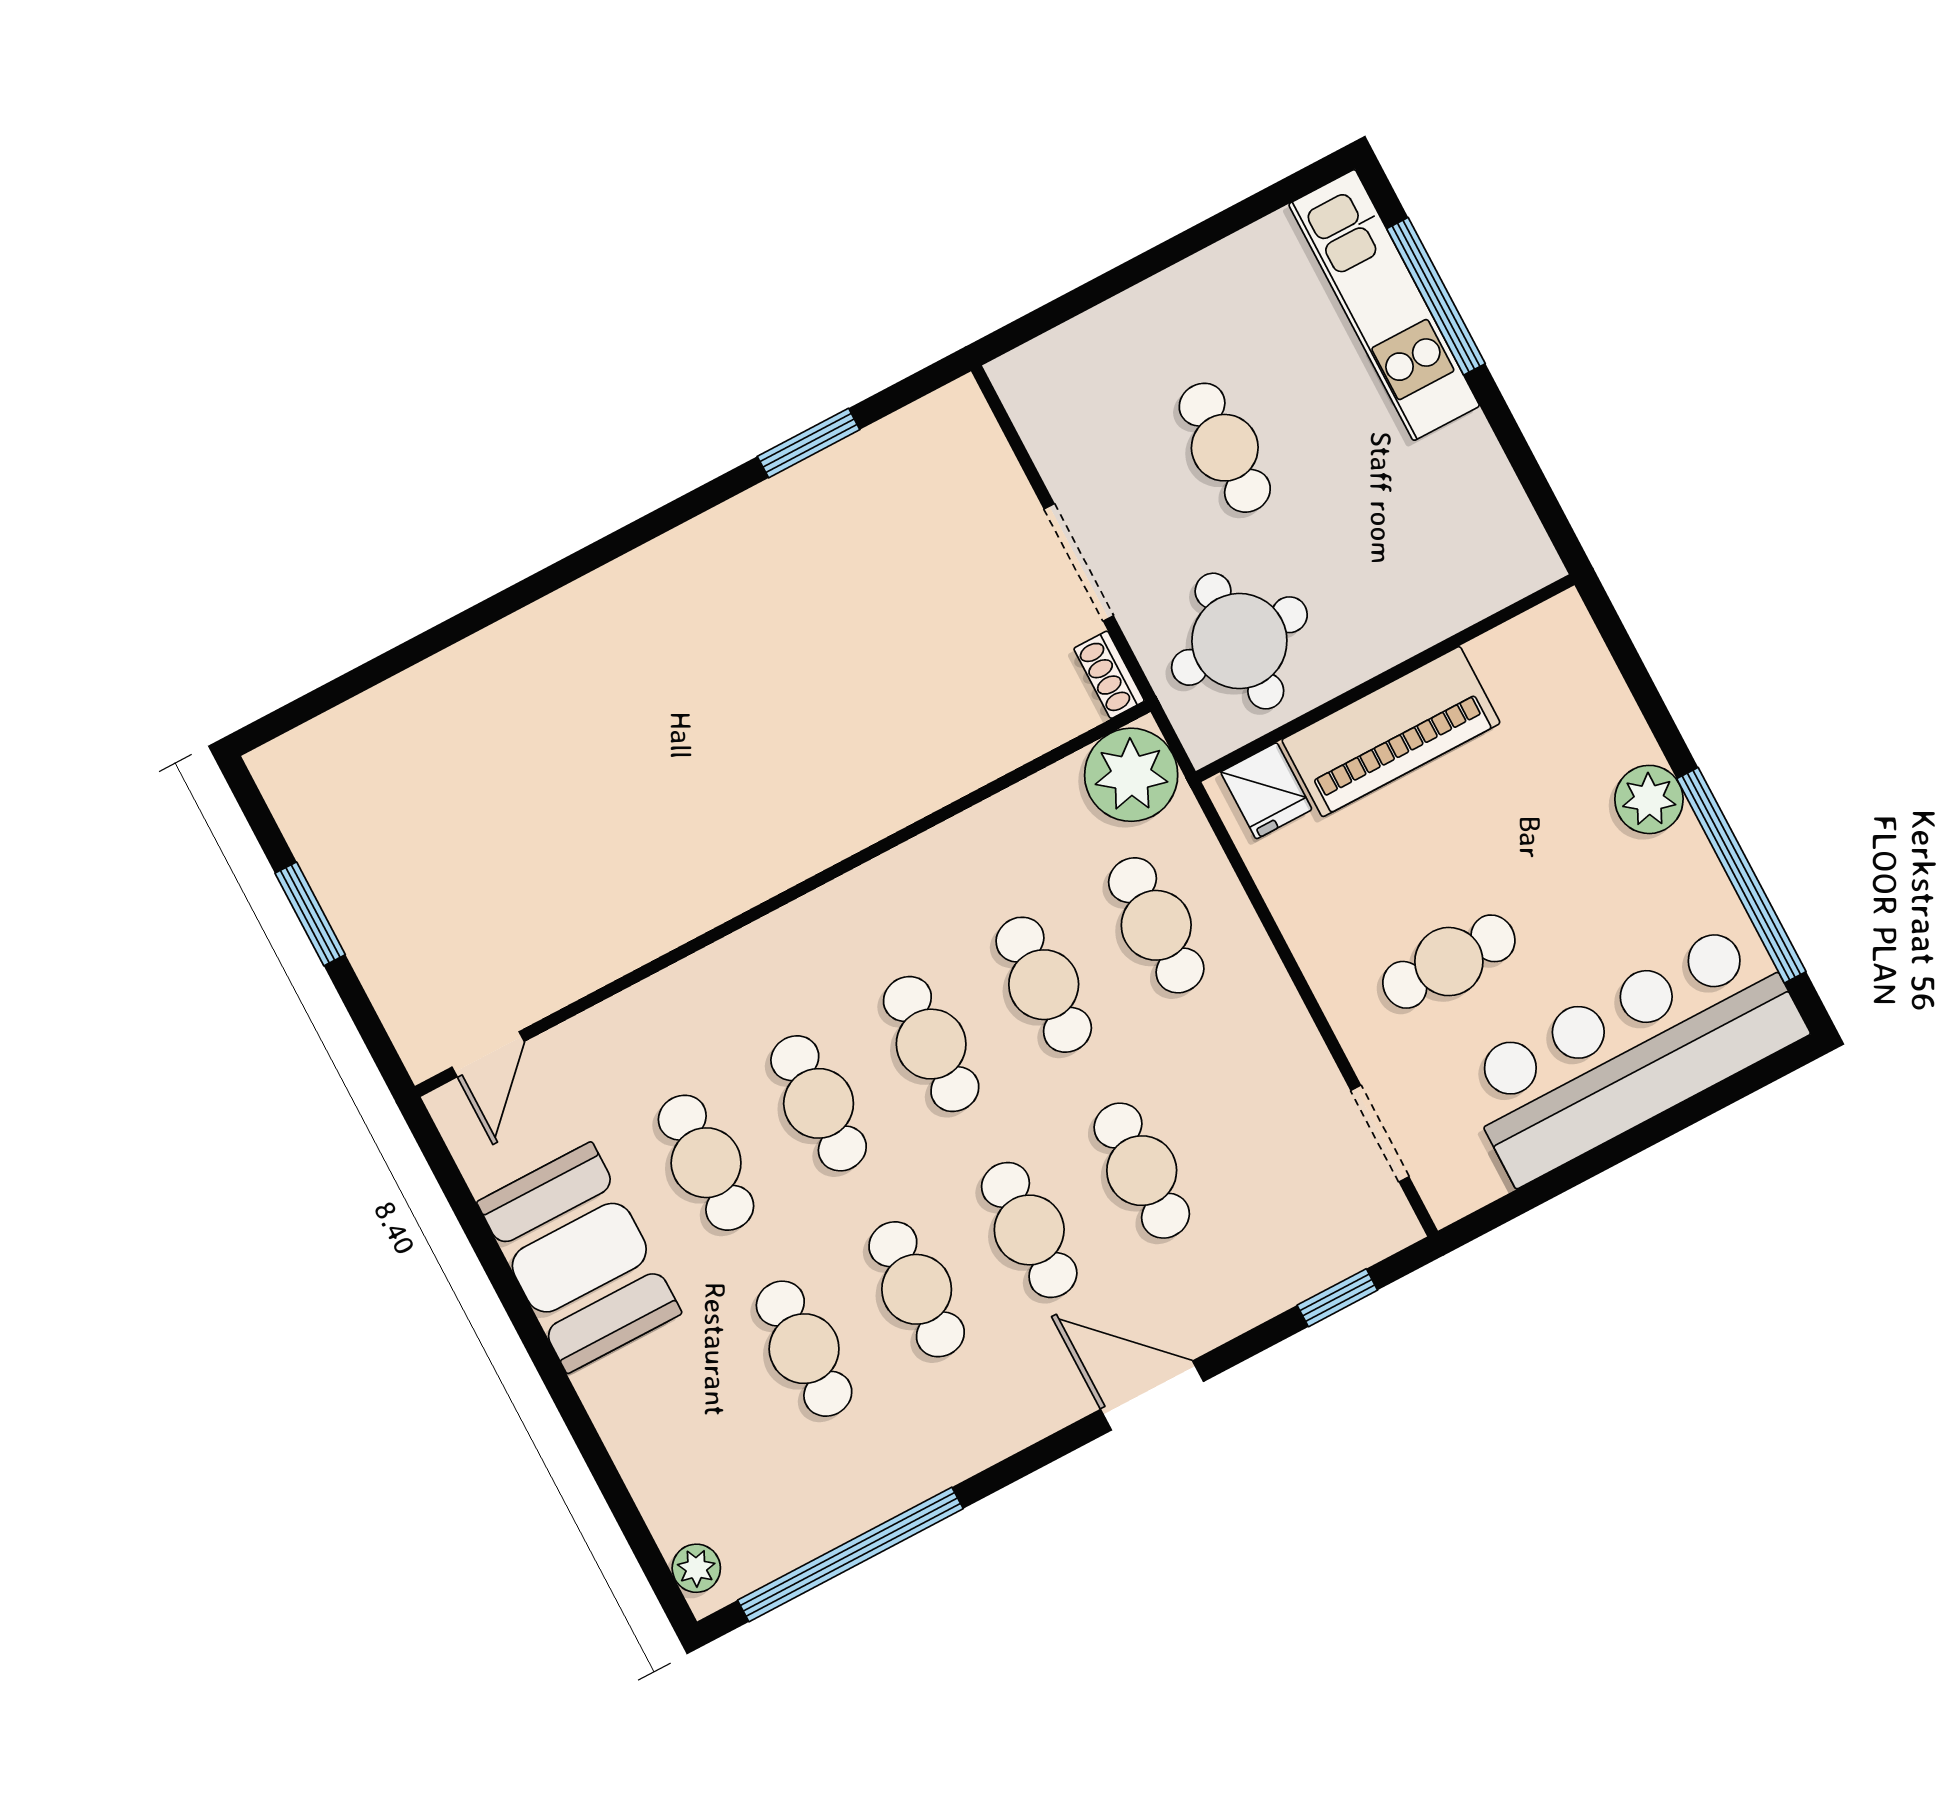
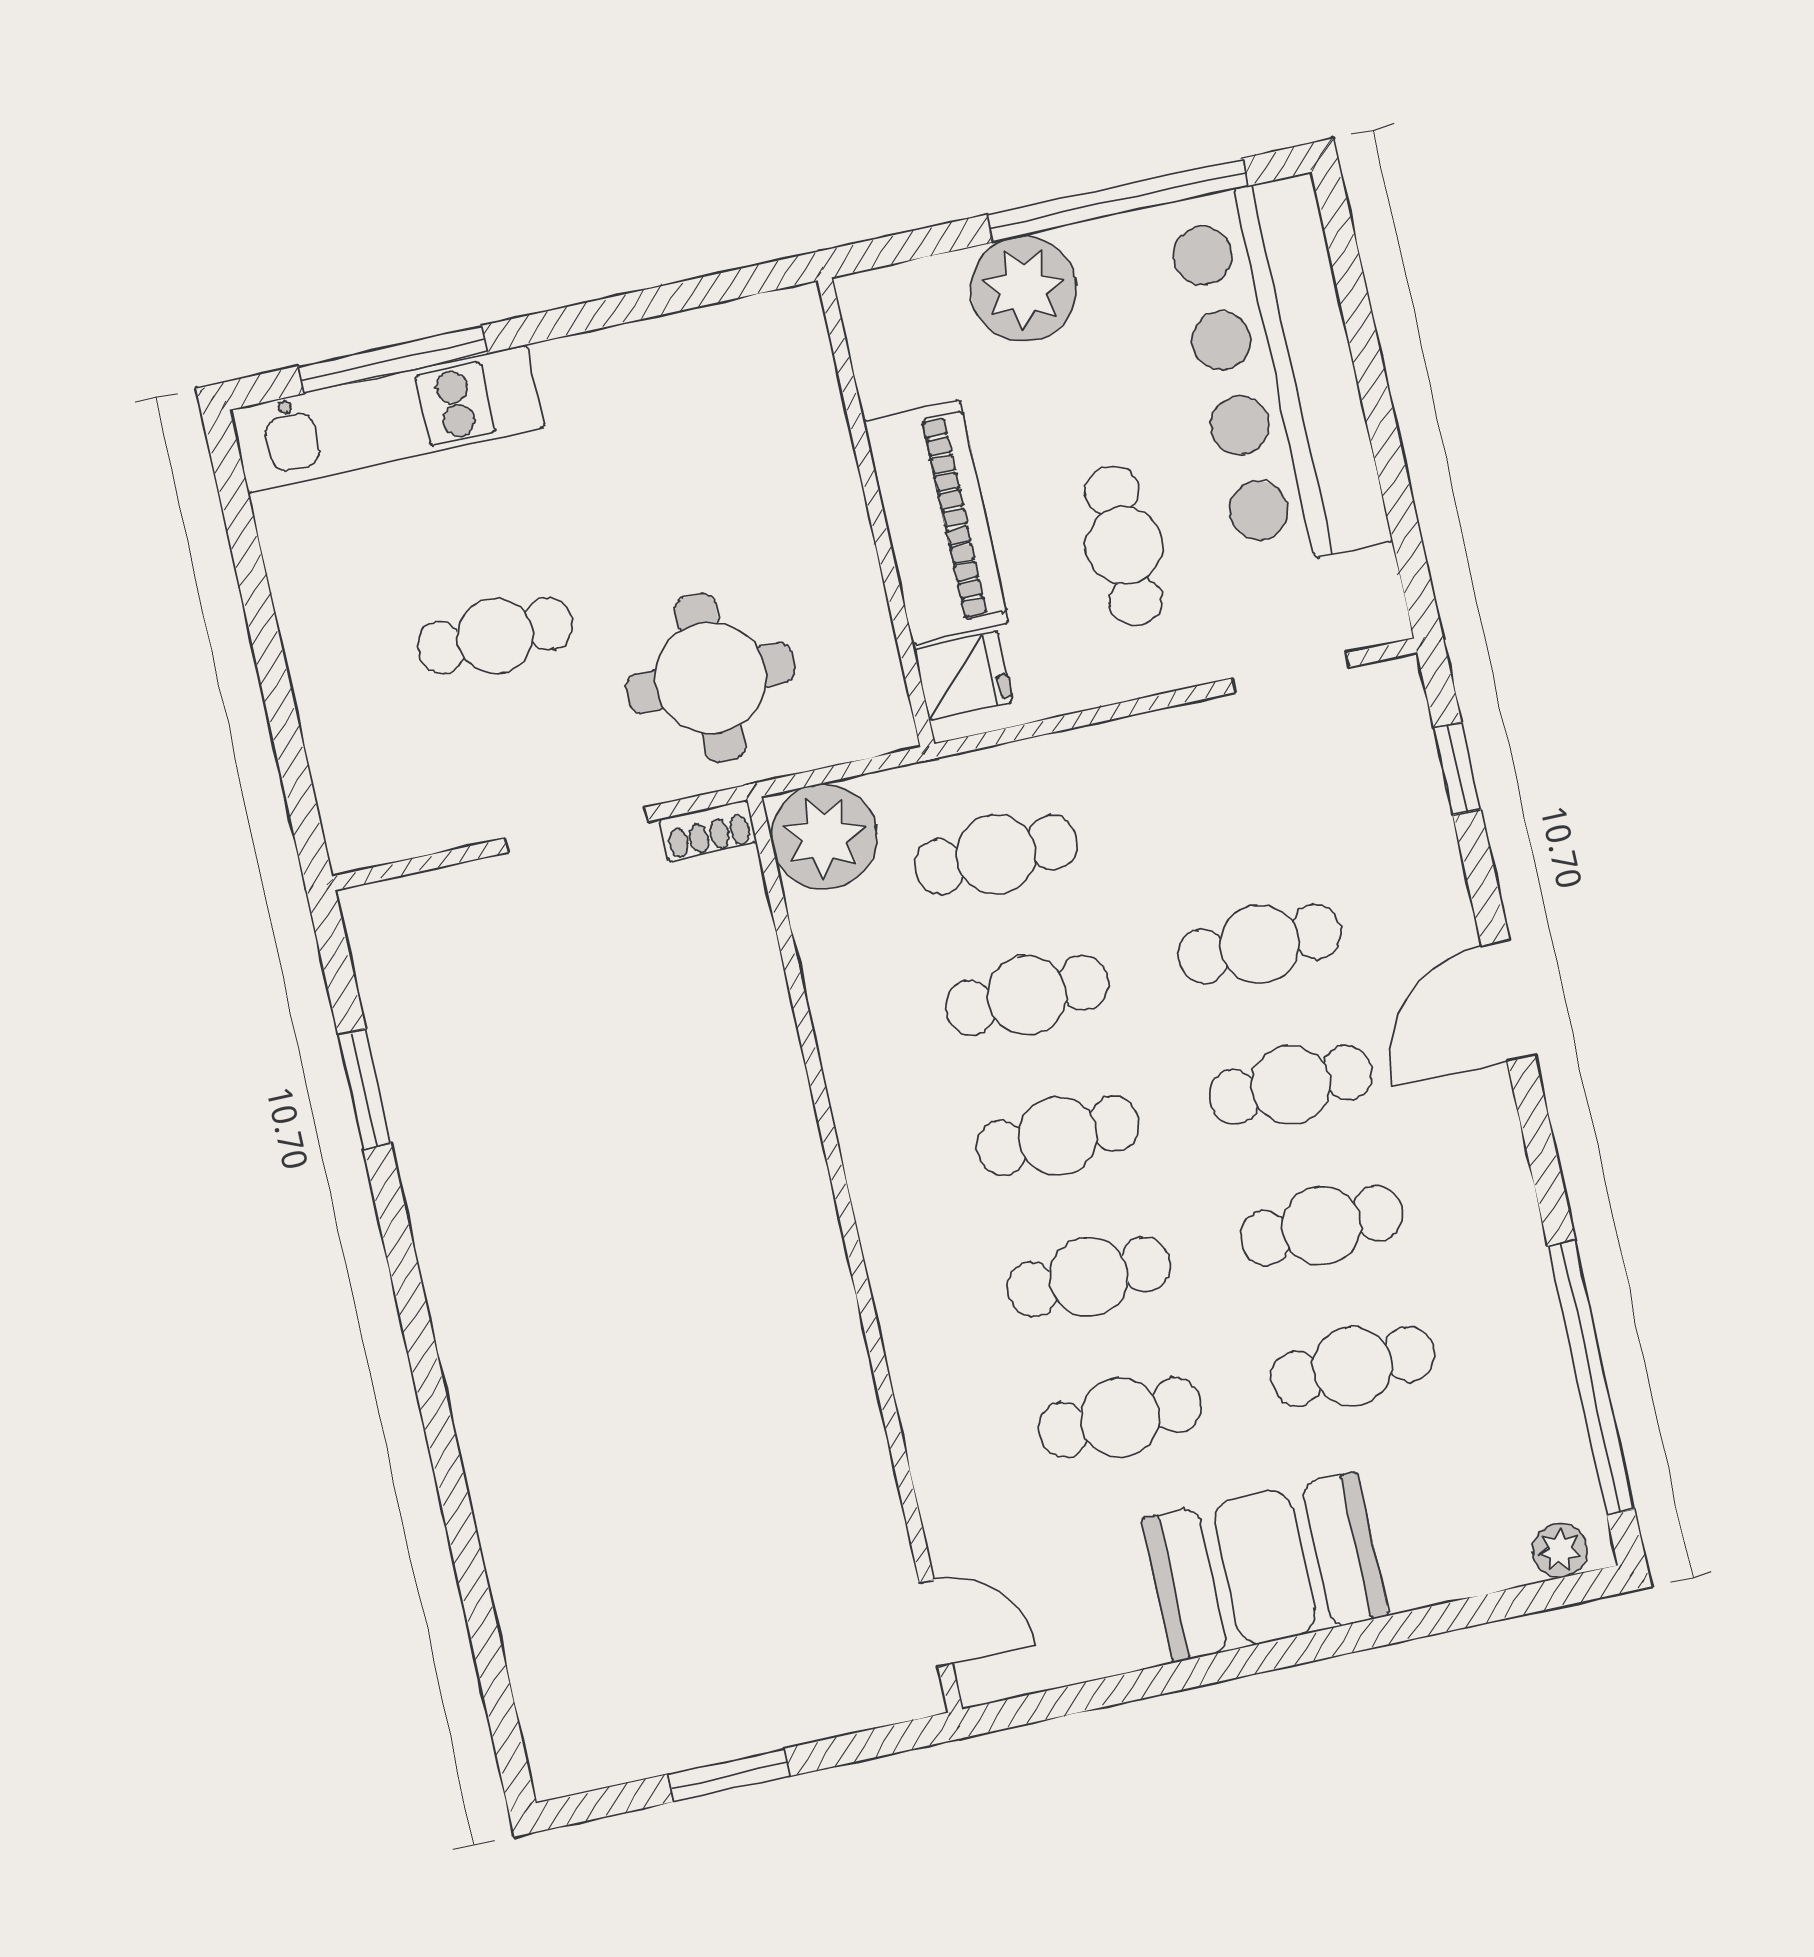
wall: (1385, 678) -> (876, 512), moved
piano: (1391, 732) -> (936, 522), moved
fridge: (1266, 791) -> (963, 676), moved
plant: (1649, 799) -> (1023, 289), width x1.36, depth x1.36
booth: (579, 1258) -> (1265, 1567), moved

